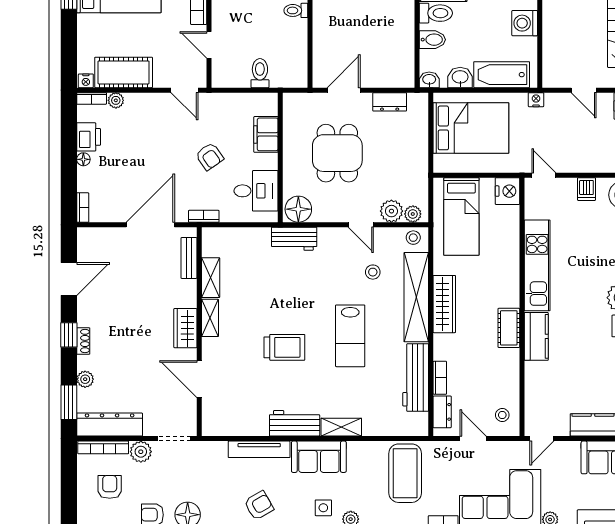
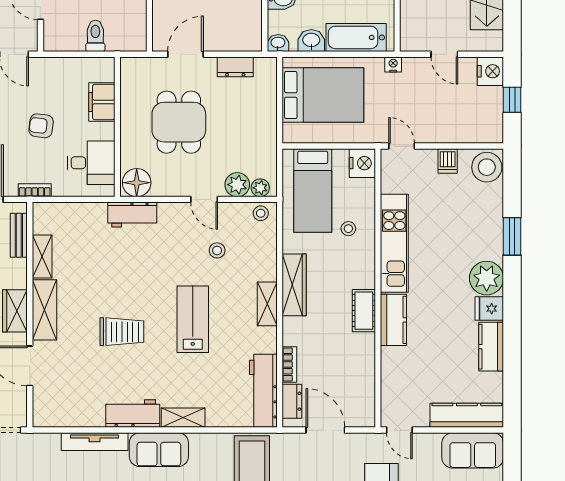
armchair: (210, 156) -> (41, 126), turned 132
shelving: (416, 297) -> (267, 304), width x0.45, depth x0.75
shelving: (210, 318) -> (44, 310), width x1.50, depth x1.33
lab bench: (350, 336) -> (193, 319), turned 180
workbench: (416, 378) -> (263, 391), moved
stool: (502, 415) -> (348, 229), moved
door: (473, 439) -> (325, 430), width x1.38
door: (542, 439) -> (399, 430), hinge flipped

